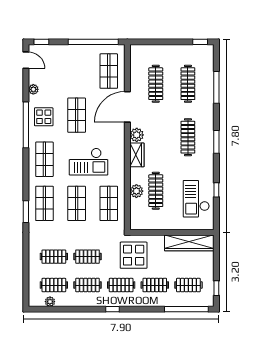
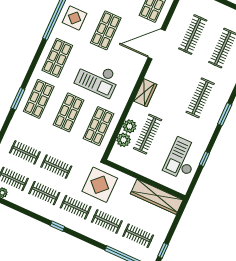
plant: (137, 135) -> (124, 140), moved

